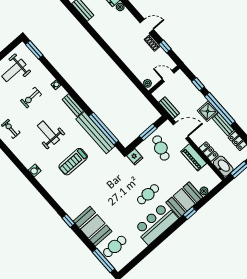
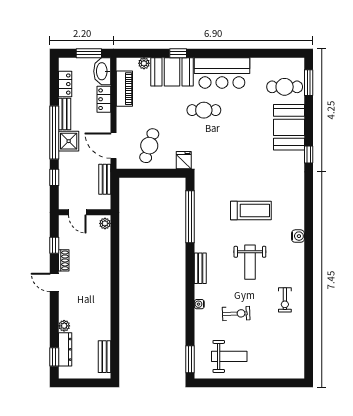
window: (148, 132) -> (148, 173), removed
bench: (95, 133) -> (202, 220), removed
piano: (194, 157) -> (124, 89), moved
window: (103, 260) -> (309, 83), width x0.69

